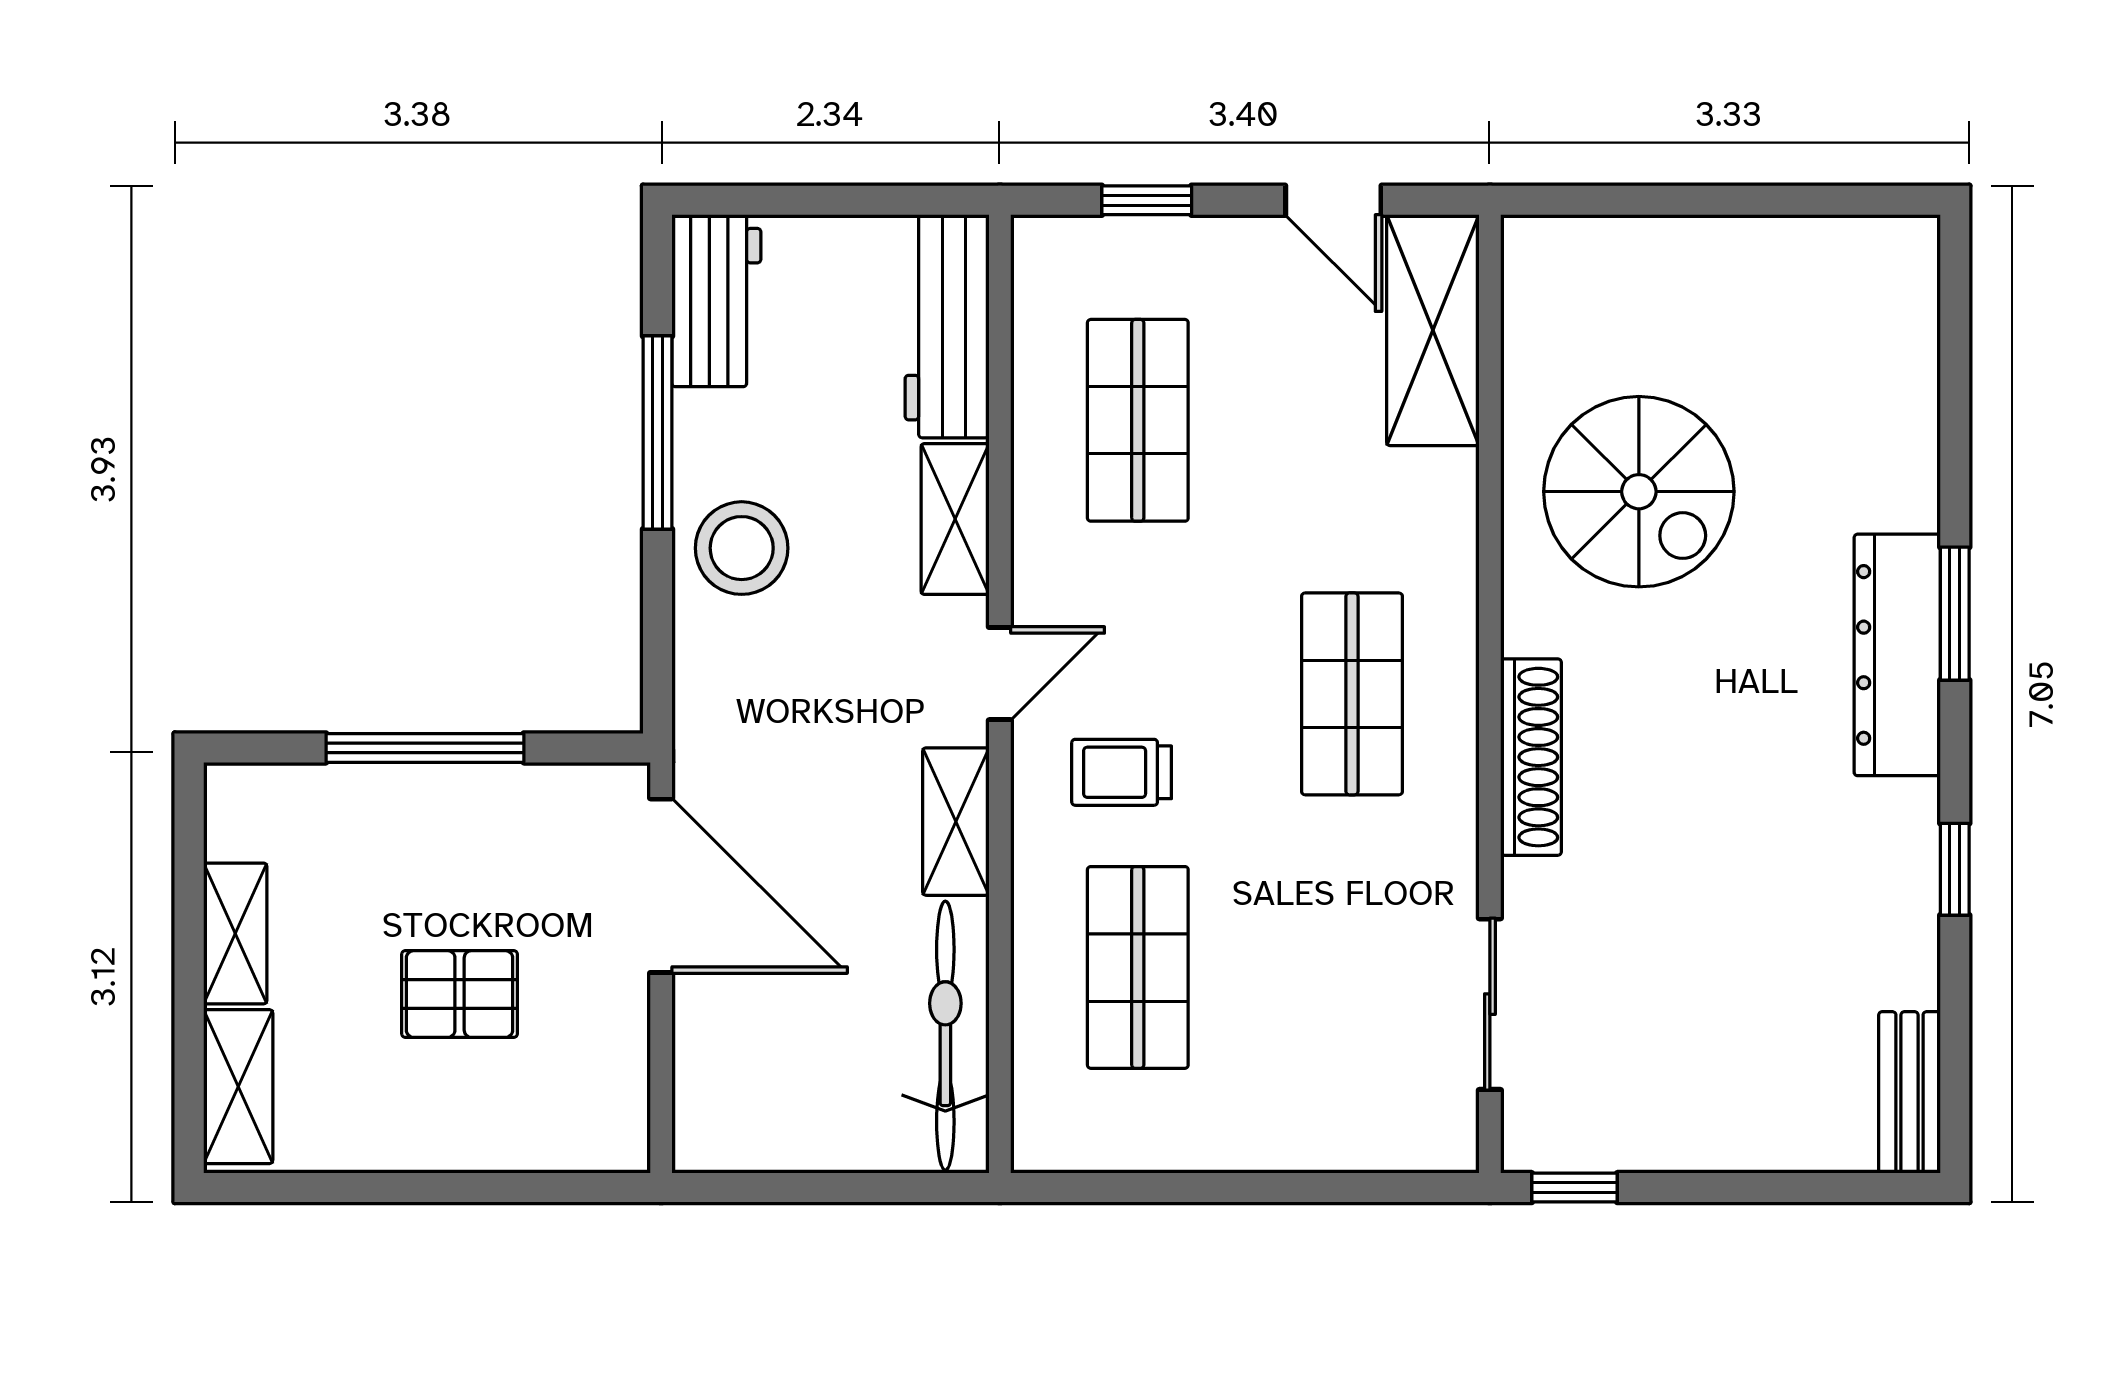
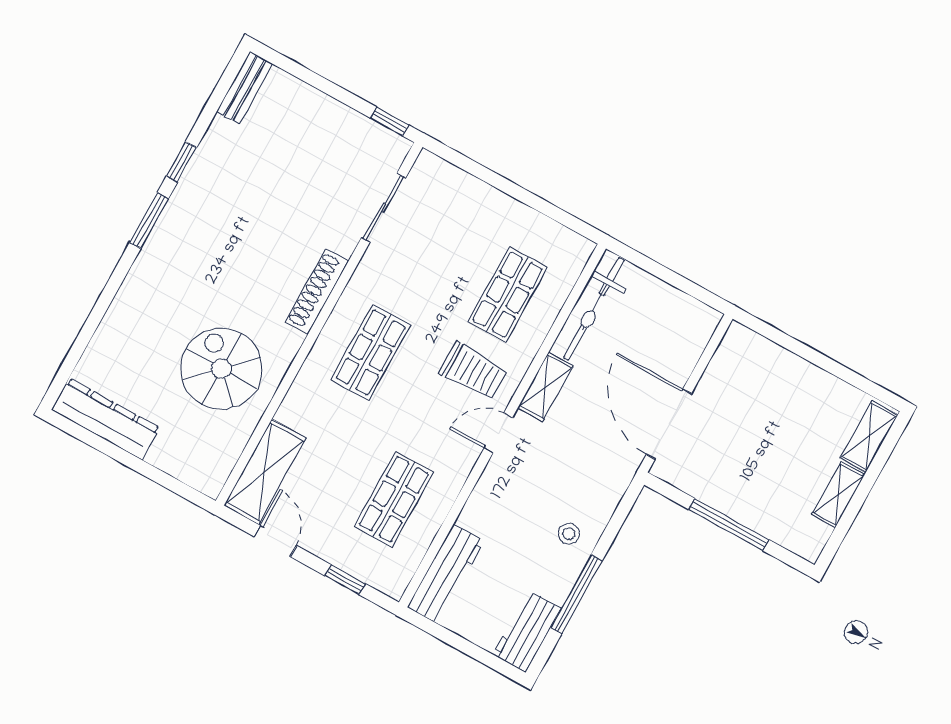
shelving: (955, 519) -> (483, 500), removed
stool: (742, 548) -> (569, 534), width x0.53, depth x0.53
window: (1955, 614) -> (149, 221), moved
dresser: (1897, 655) -> (106, 419), moved, turned -90
trolley: (1122, 772) -> (473, 371), width x1.36, depth x1.39
pallet: (460, 994) -> (767, 425), removed

